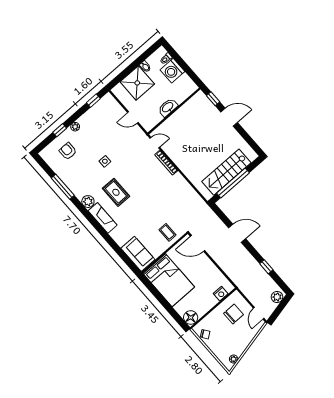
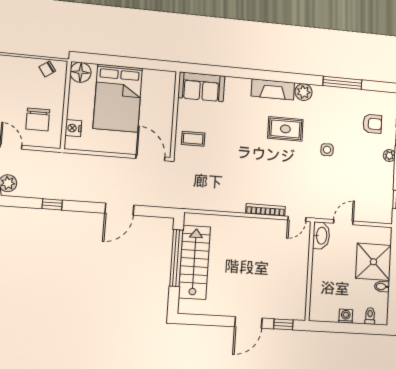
washing machine: (172, 71) -> (346, 316), width x0.53, depth x0.53
washbasin: (168, 107) -> (321, 236), moved
door: (198, 243) -> (150, 158), hinge flipped
bed: (169, 280) -> (118, 98), moved, turned -90

